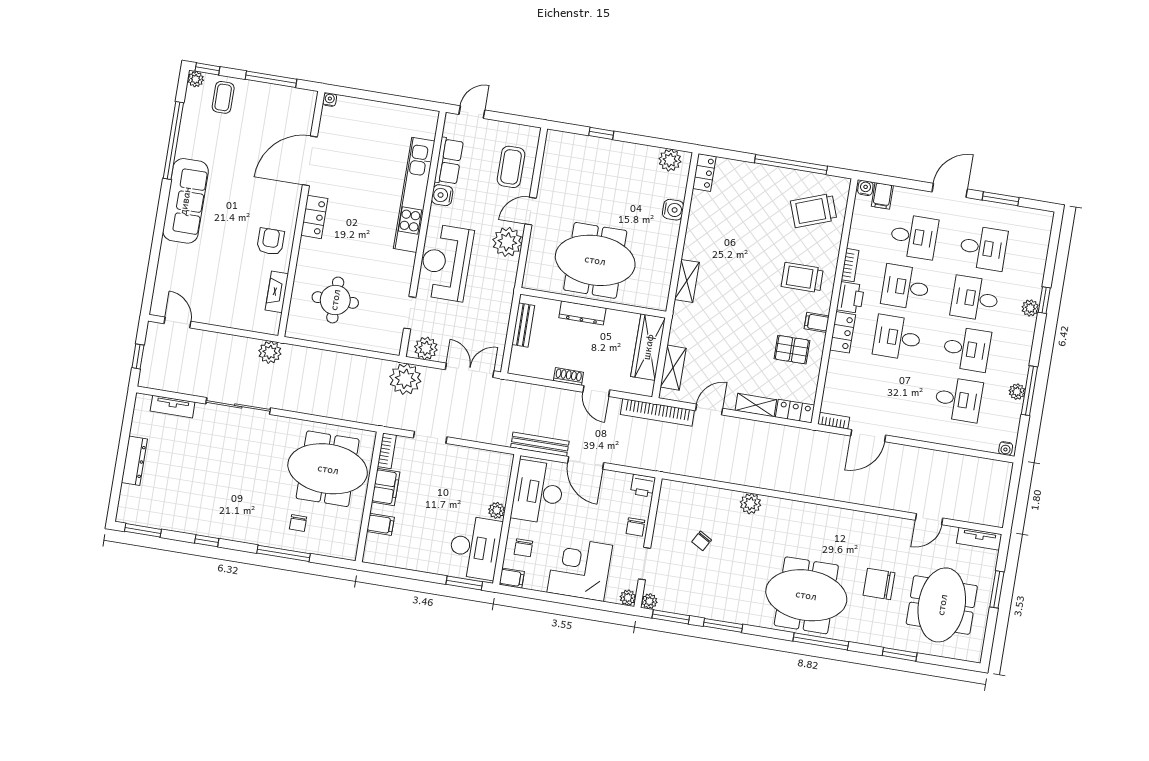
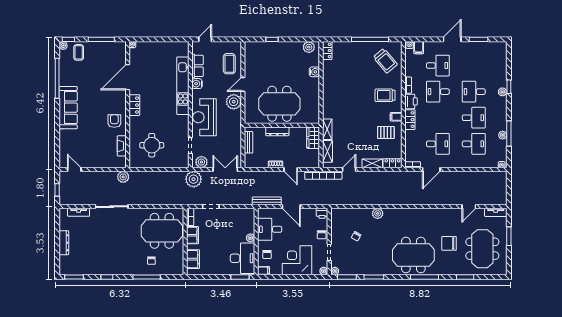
trolley: (814, 211) -> (385, 61), turned -110
desk: (983, 248) -> (474, 66), removed
shelving: (687, 281) -> (327, 129), moved
desk: (897, 338) -> (438, 144), moved, turned 180
wardrobe: (648, 347) -> (313, 138), width x0.67
desk: (538, 492) -> (270, 229), width x0.73
filing cabinet: (381, 524) -> (193, 259), width x2.00

